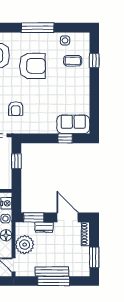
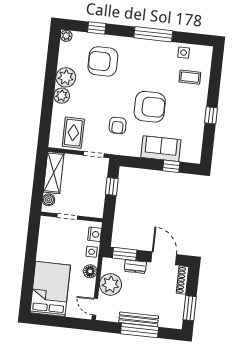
window: (94, 60) -> (211, 115), moved
armchair: (32, 66) -> (150, 107), moved
sofa: (73, 124) -> (161, 149), moved

